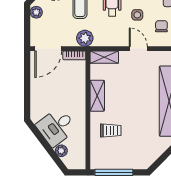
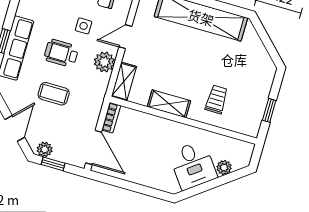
window: (27, 22) -> (53, 164), added
plant: (85, 38) -> (104, 62), moved
window: (114, 172) -> (269, 110), width x0.46

